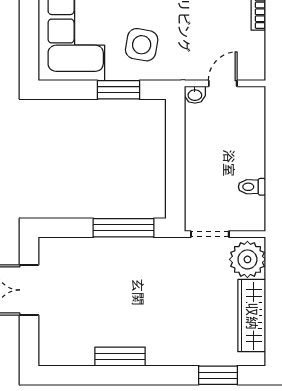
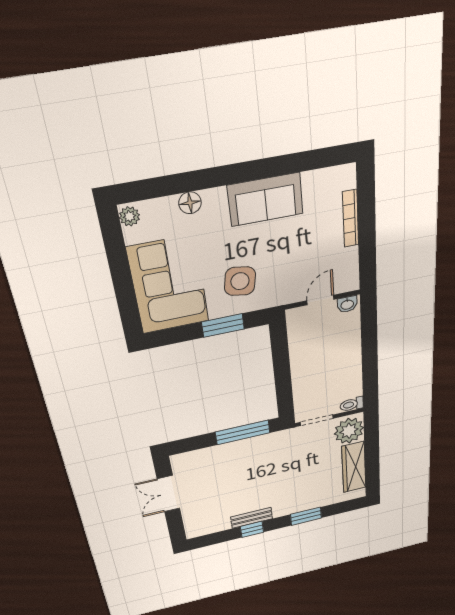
washbasin: (195, 95) -> (347, 304), moved
toilet: (252, 187) -> (352, 404), moved
window: (119, 375) -> (252, 529), added
window: (218, 375) -> (306, 516), moved

